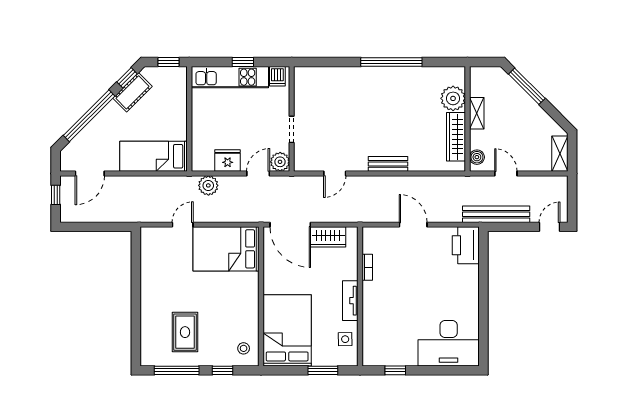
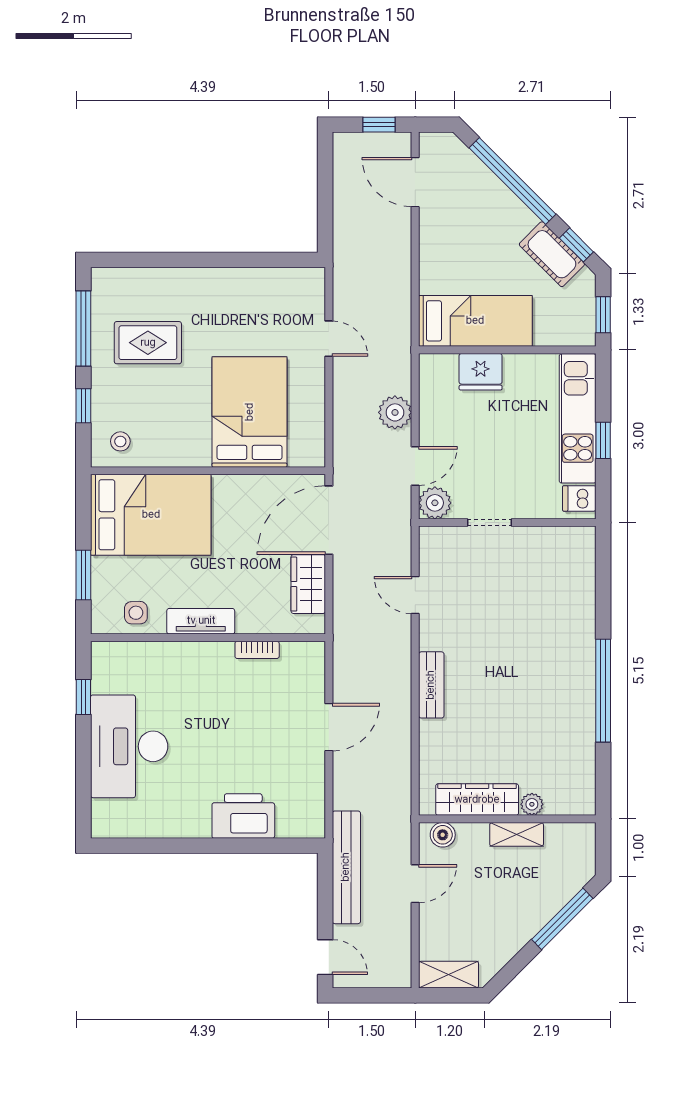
plant: (453, 98) -> (532, 804), width x0.53, depth x0.53
bed: (154, 156) -> (475, 321), moved, turned 90
fridge: (228, 161) -> (481, 372), moved, turned 90
door: (258, 173) -> (415, 466), hinge flipped
plant: (208, 185) -> (395, 412), moved
printer: (466, 245) -> (243, 816), moved
bed: (226, 249) -> (250, 412), moved
desk: (449, 343) -> (129, 746), moved

